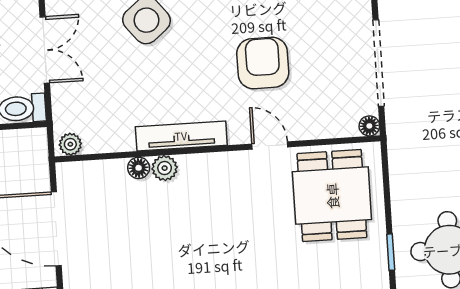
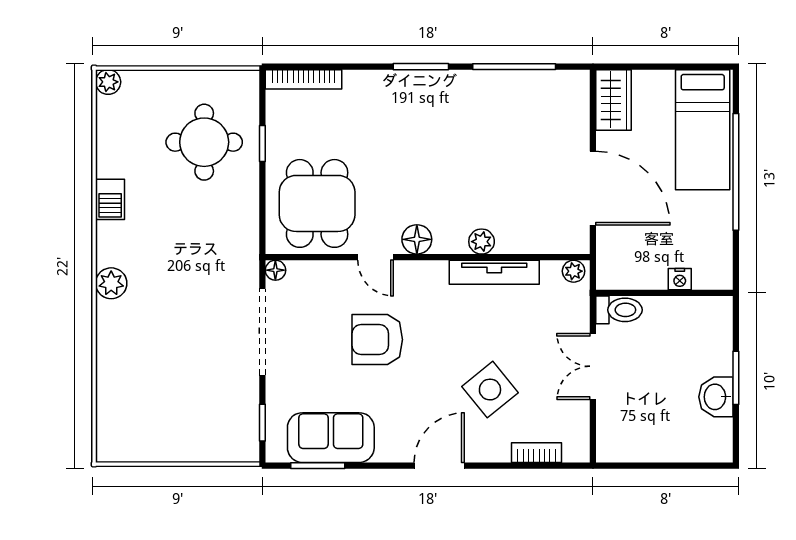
armchair: (263, 63) -> (377, 340), turned 90
tv unit: (181, 136) -> (494, 272), moved
floor lamp: (139, 168) -> (417, 239), moved, width x1.37, depth x1.37

